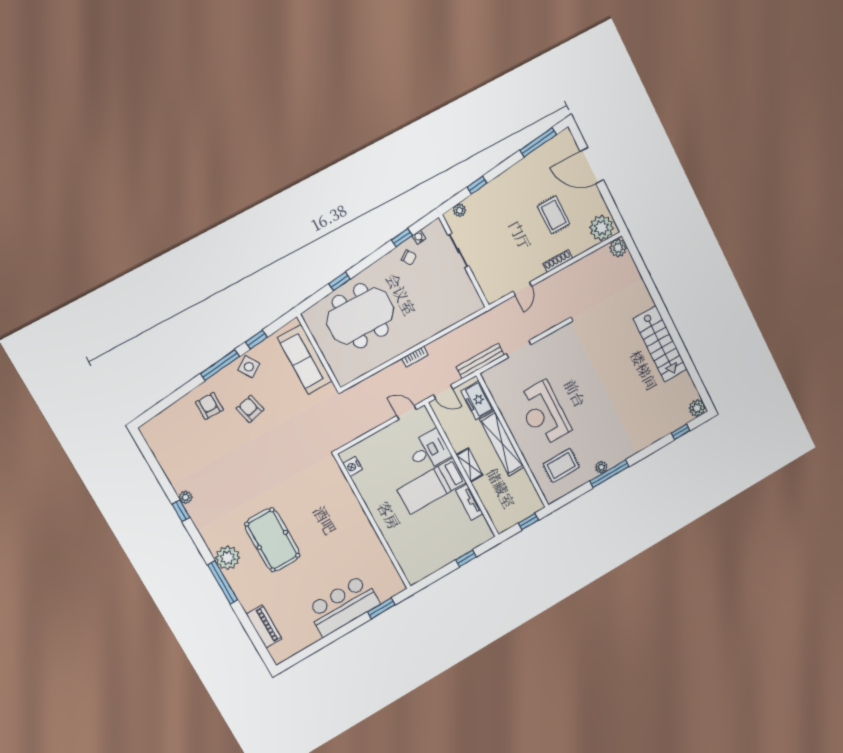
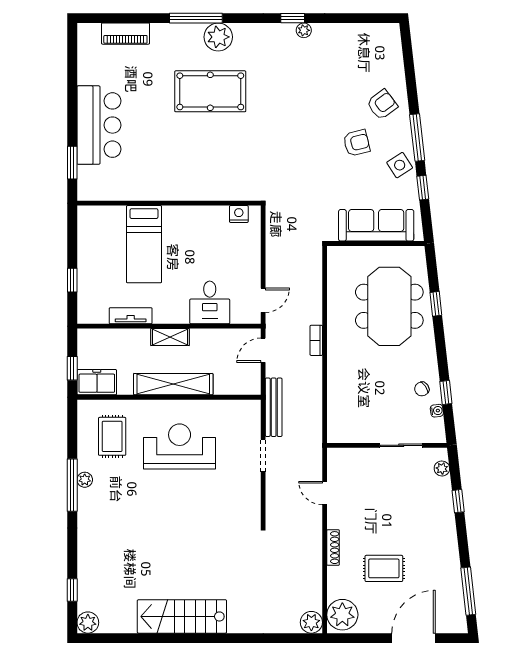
freezer: (477, 400) -> (97, 382), moved
armchair: (209, 406) -> (382, 104), turned -37
bed: (432, 486) -> (144, 244), moved, turned 180

